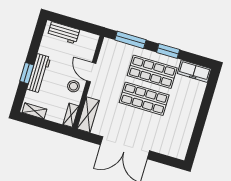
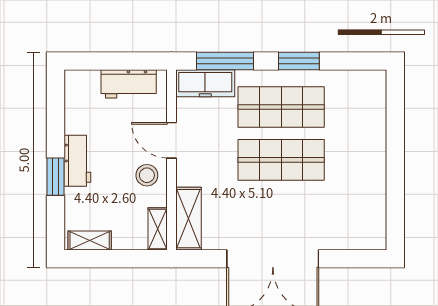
workbench: (64, 33) -> (129, 84), moved
freezer: (194, 71) -> (205, 83), moved
workbench: (39, 73) -> (77, 161), width x0.73

